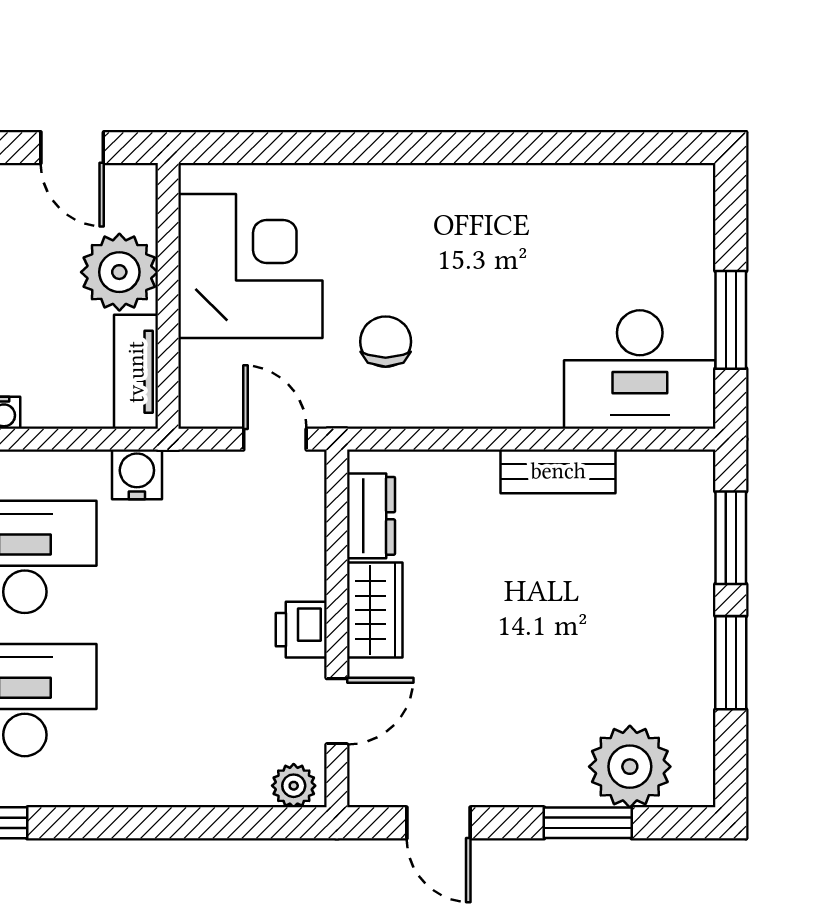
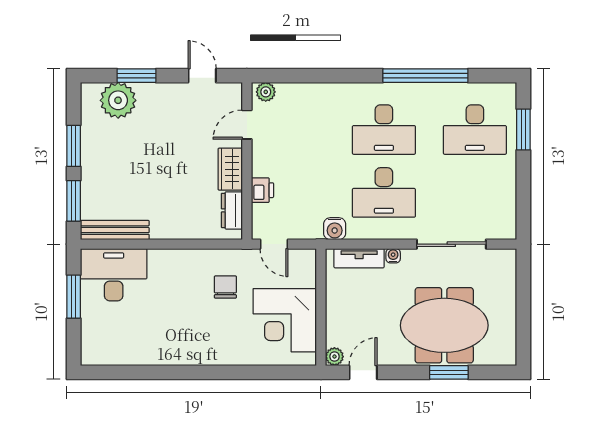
door: (72, 148) -> (363, 372), hinge flipped
plant: (119, 272) -> (334, 357), moved, width x0.53, depth x0.53
chair: (386, 342) -> (225, 287), turned 180
tv unit: (136, 372) -> (359, 258), moved, turned 90
bench: (558, 471) -> (115, 230), moved, width x1.36
printer: (301, 630) -> (262, 190), moved

